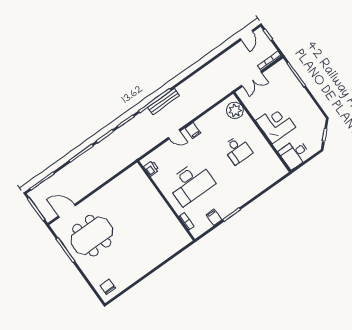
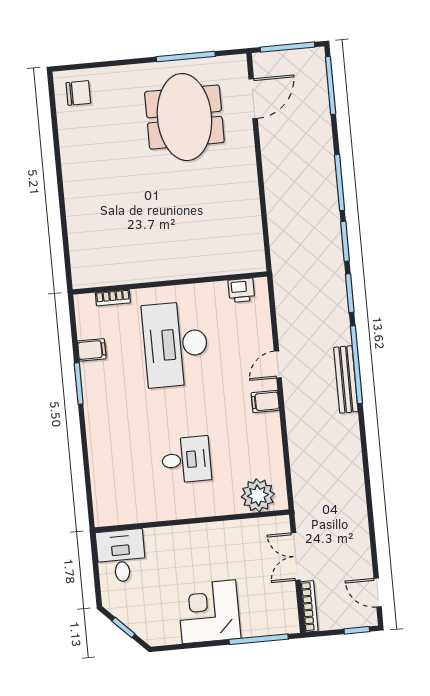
corner desk: (276, 124) -> (209, 612), moved, turned 180
desk: (237, 150) -> (186, 460), turned 180

